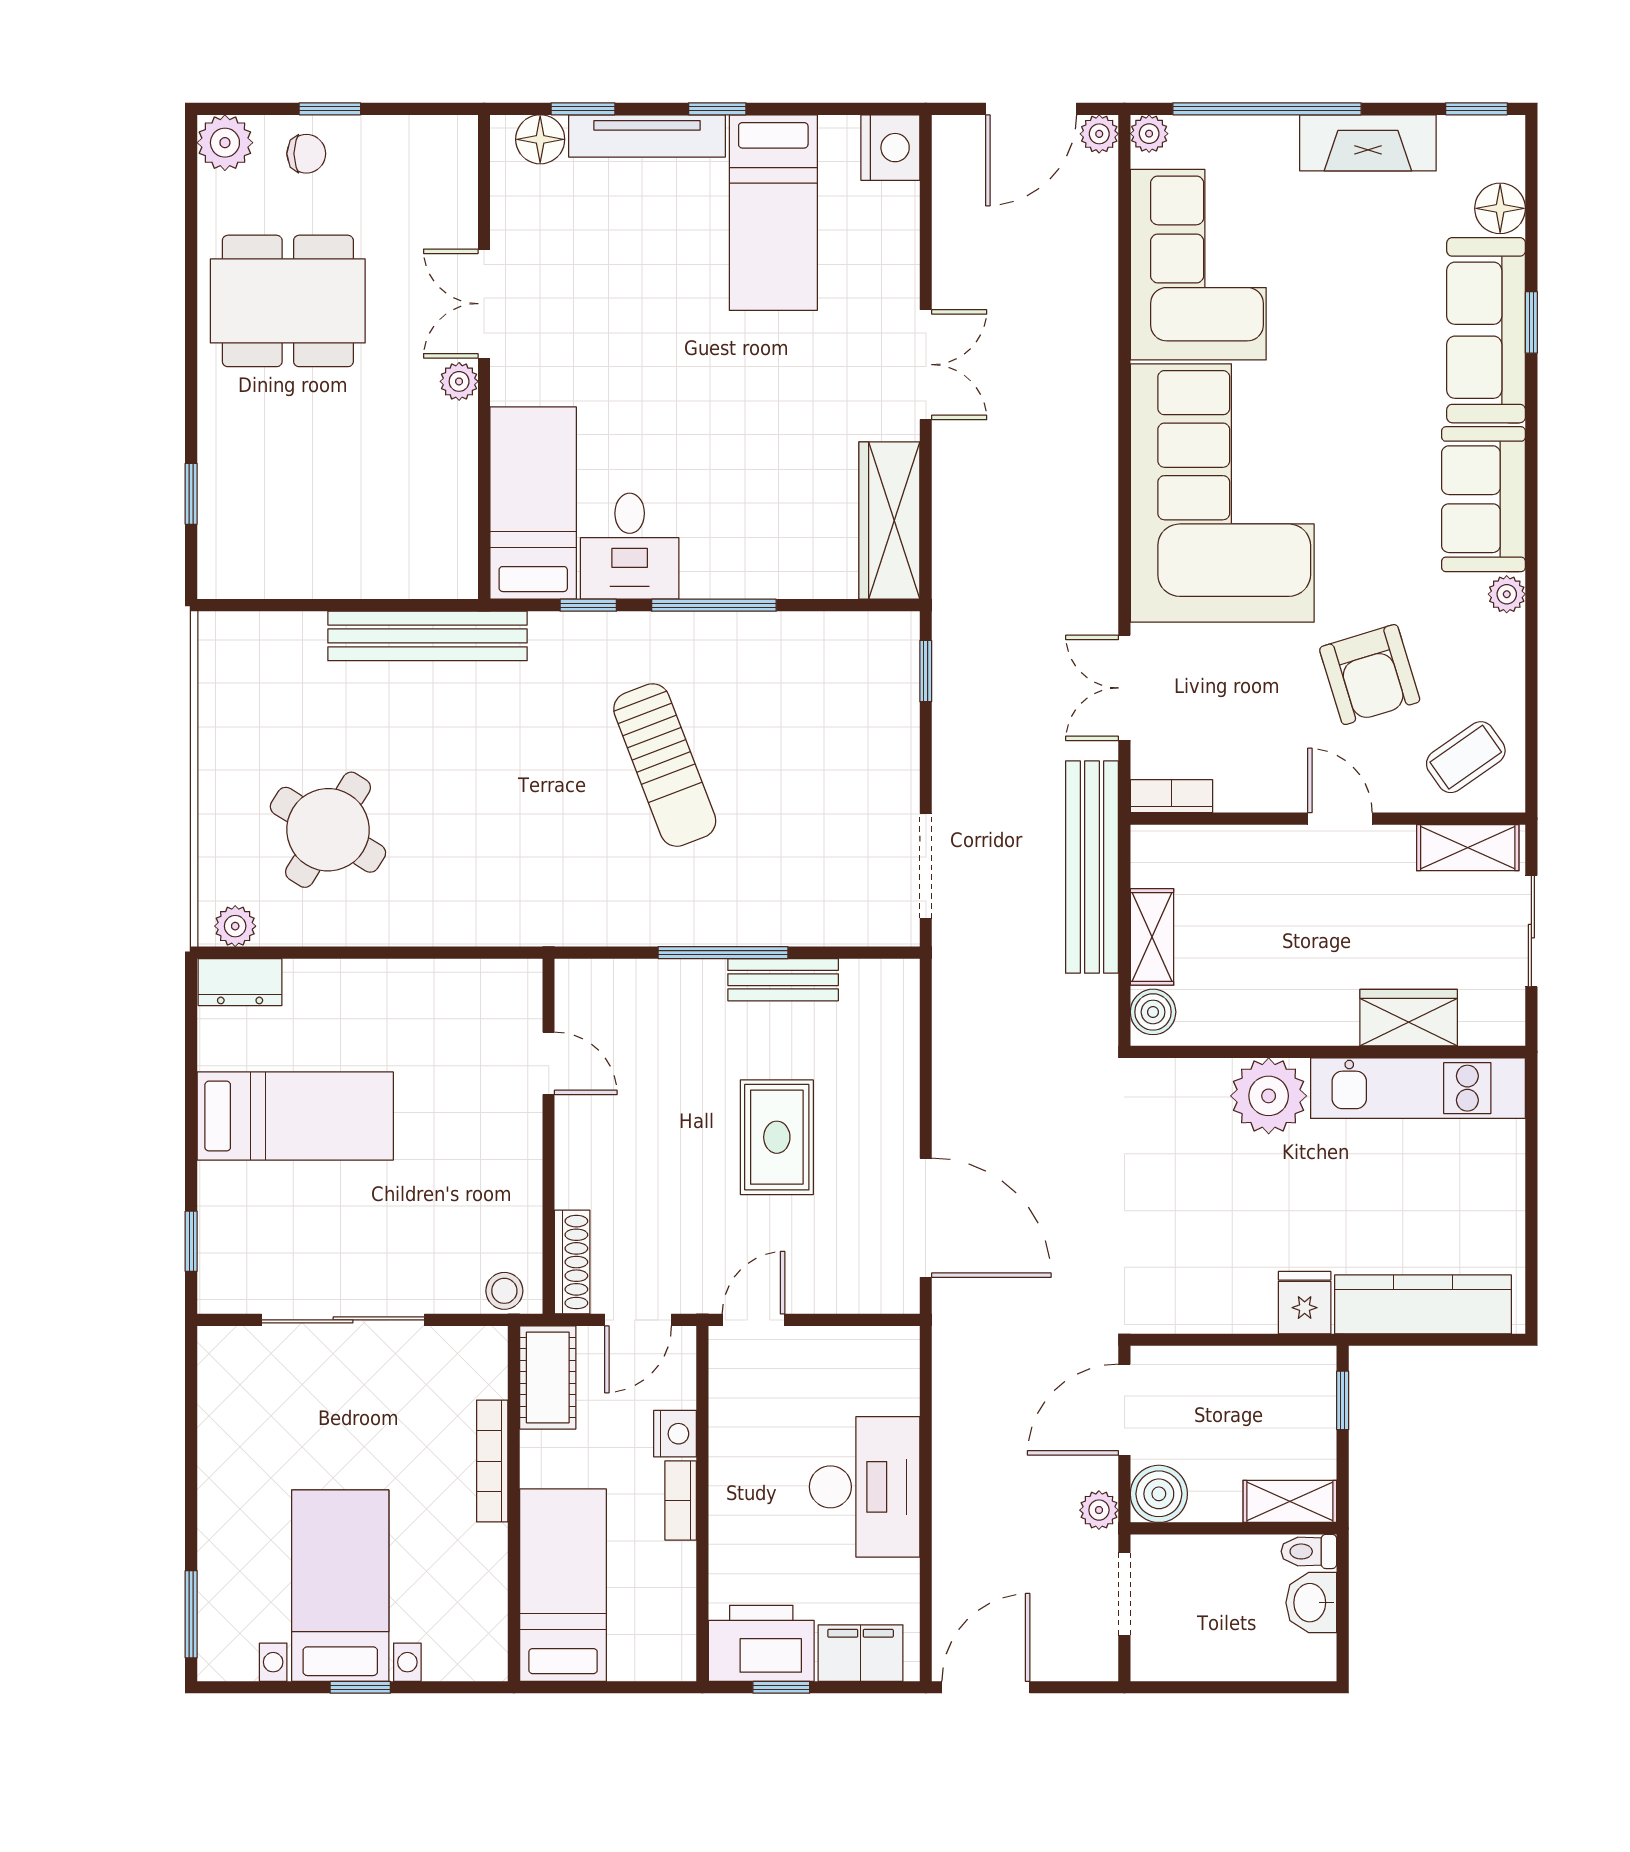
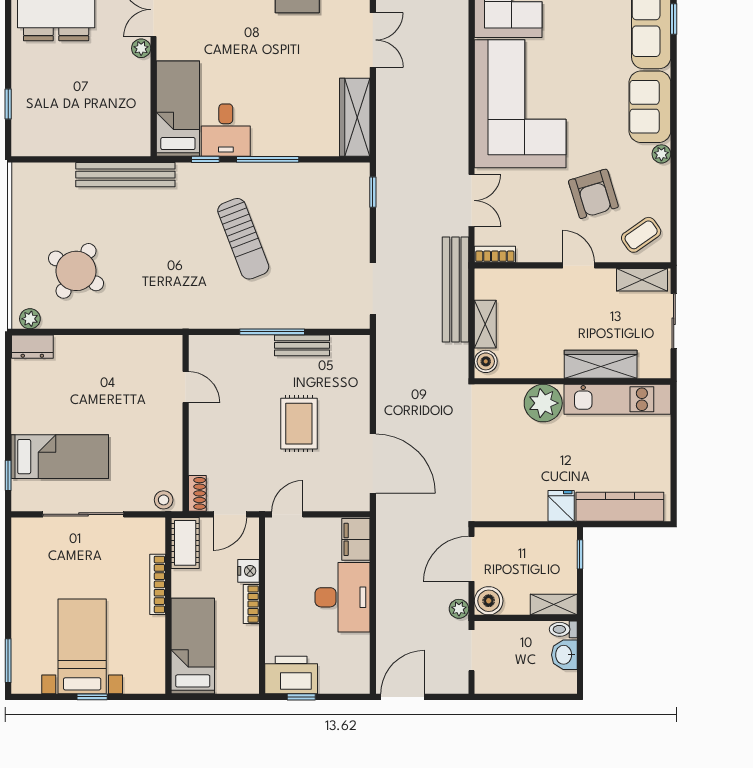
double door: (1124, 688) -> (472, 200), swing flipped
wardrobe: (1409, 1018) -> (601, 364), width x1.50
bed: (295, 1116) -> (60, 457), moved
shoe rack: (572, 1262) -> (197, 493), width x0.70
filing cabinet: (861, 1653) -> (356, 539), moved, turned -90

